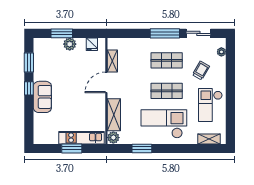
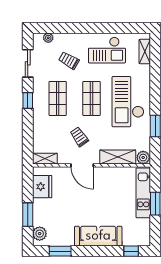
window: (165, 33) -> (28, 101), width x0.46
plant: (70, 44) -> (40, 234), moved
fridge: (92, 44) -> (42, 187), width x1.88, depth x1.34
shelving: (112, 61) -> (45, 159), moved
trolley: (132, 80) -> (79, 137), added
window: (29, 88) -> (131, 251), moved
sofa: (42, 97) -> (98, 236), width x1.36

